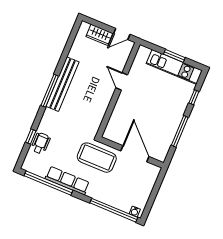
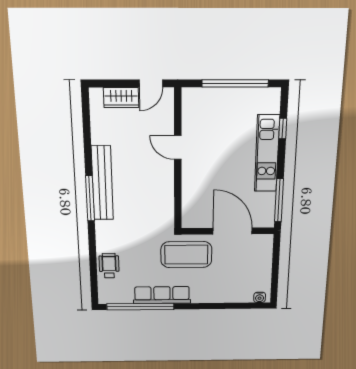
window: (174, 56) -> (235, 83), width x2.11
kitchen unit: (174, 67) -> (267, 153), moved, turned 90
window: (180, 131) -> (279, 200), moved
window: (31, 136) -> (93, 263), removed
window: (114, 210) -> (233, 306), removed

